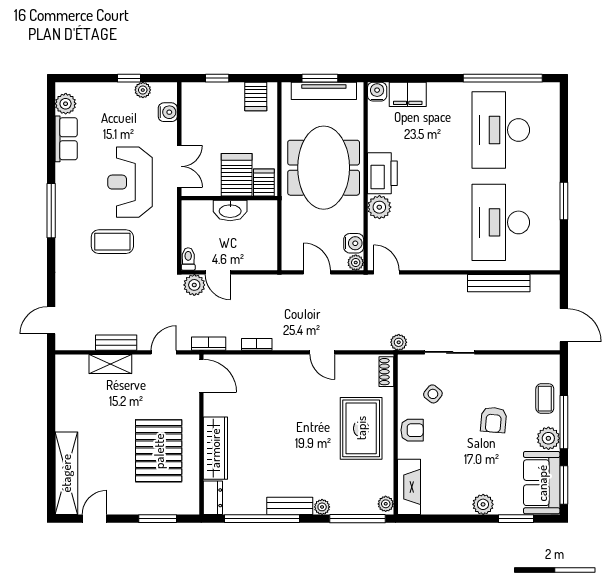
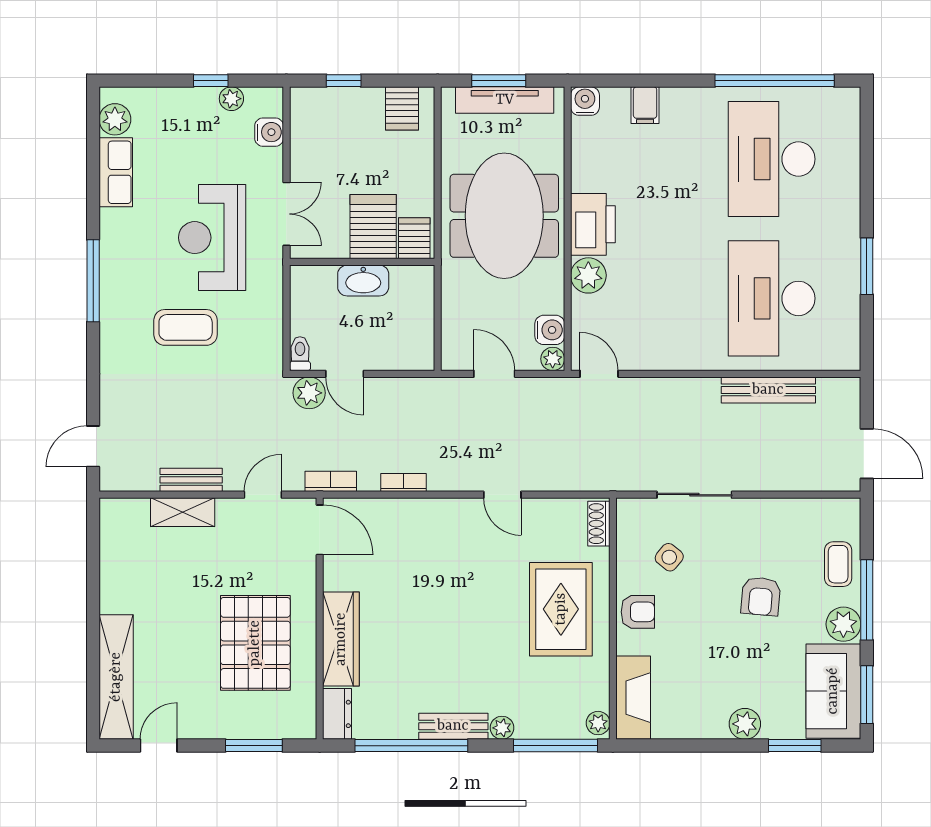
filing cabinet: (408, 94) -> (645, 105), width x0.50
plant: (399, 342) -> (618, 479), removed

